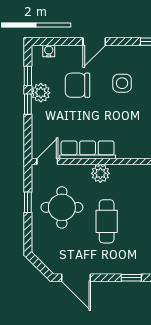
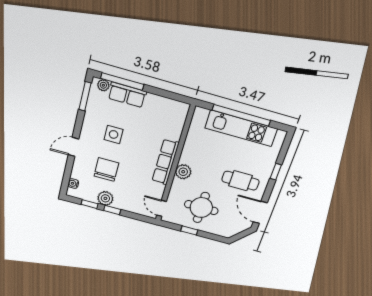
door: (94, 42) -> (73, 147), swing flipped
chair: (77, 85) -> (106, 170), turned 180
row of seats: (88, 150) -> (165, 162), moved
cafe table: (107, 221) -> (240, 181), moved
door: (76, 278) -> (260, 212), swing flipped

